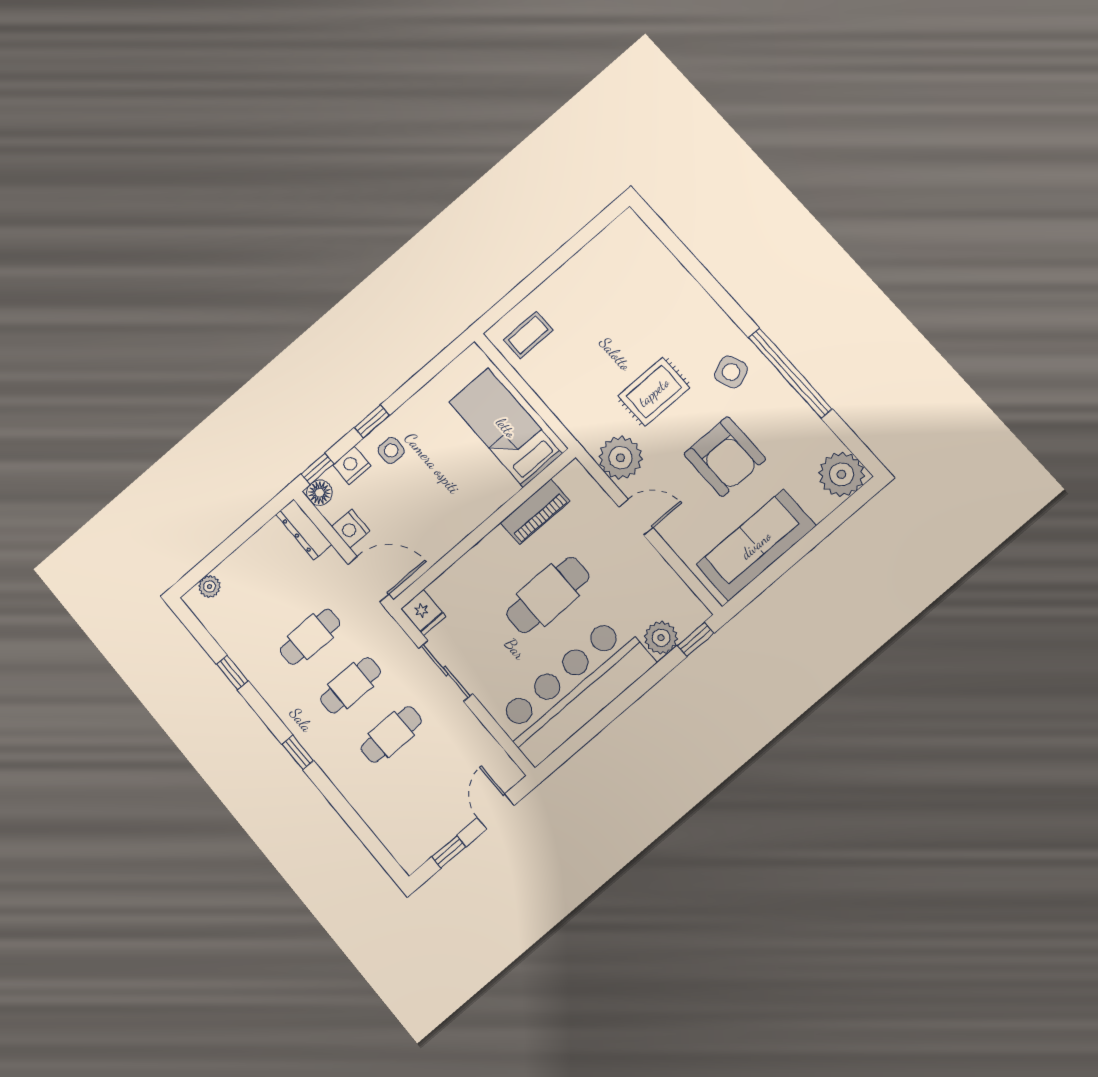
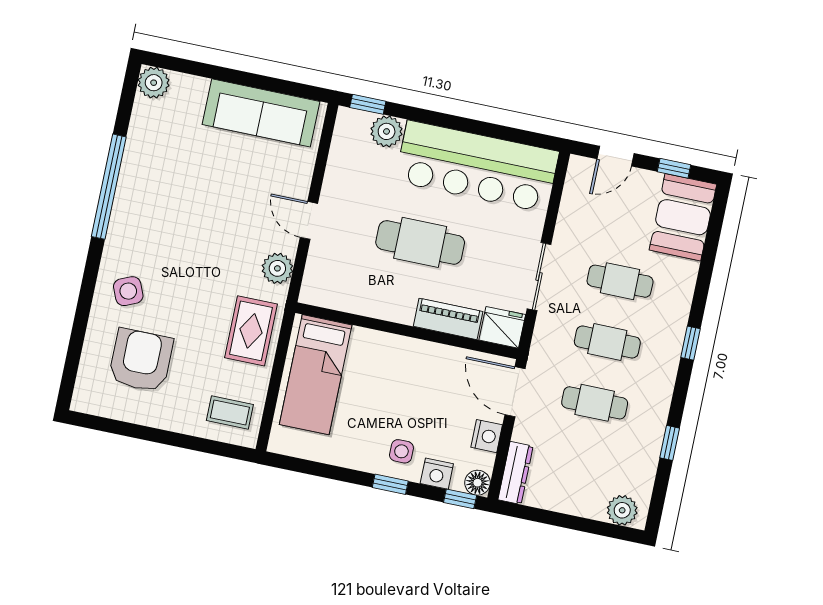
side table: (731, 372) -> (128, 291), moved
rug: (654, 392) -> (251, 331), moved, turned 90
armchair: (725, 457) -> (141, 360), moved
plant: (620, 458) -> (277, 268), width x0.73, depth x0.73
plant: (841, 474) -> (154, 83), width x0.73, depth x0.73
piano: (535, 512) -> (448, 319), moved
plant: (210, 586) -> (622, 510), width x1.38, depth x1.38
fridge: (423, 613) -> (502, 327), width x1.38
booth: (403, 827) -> (683, 217), added

